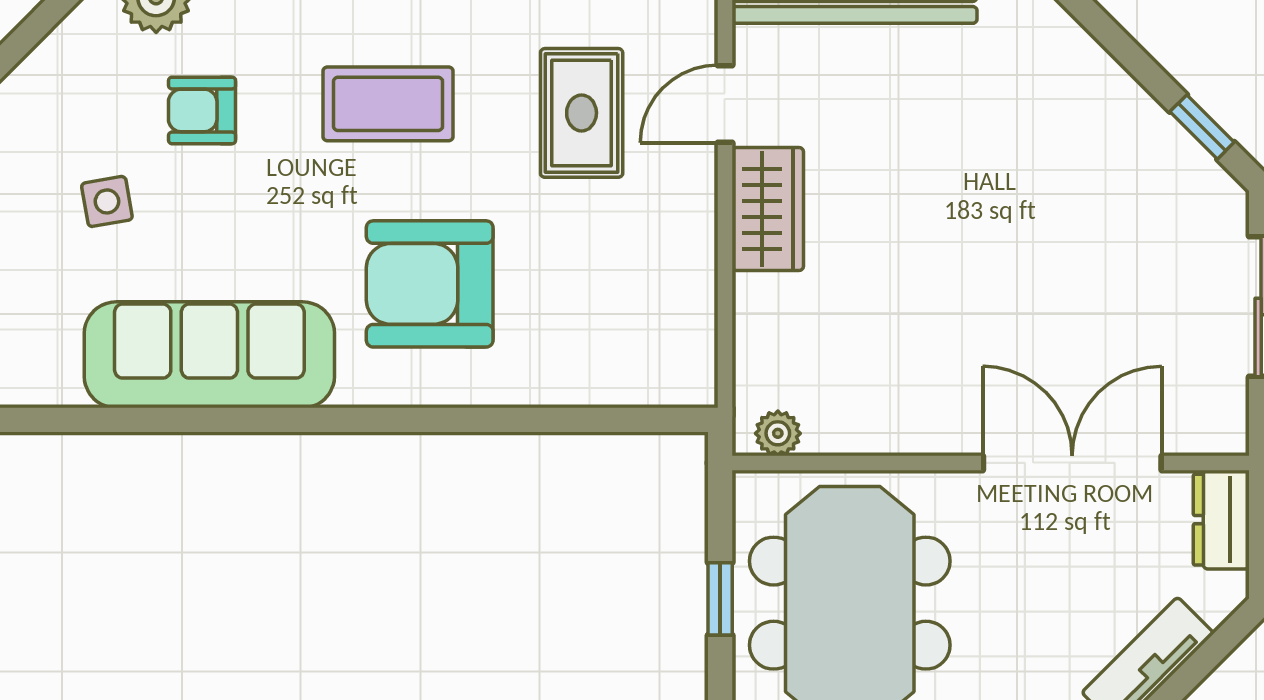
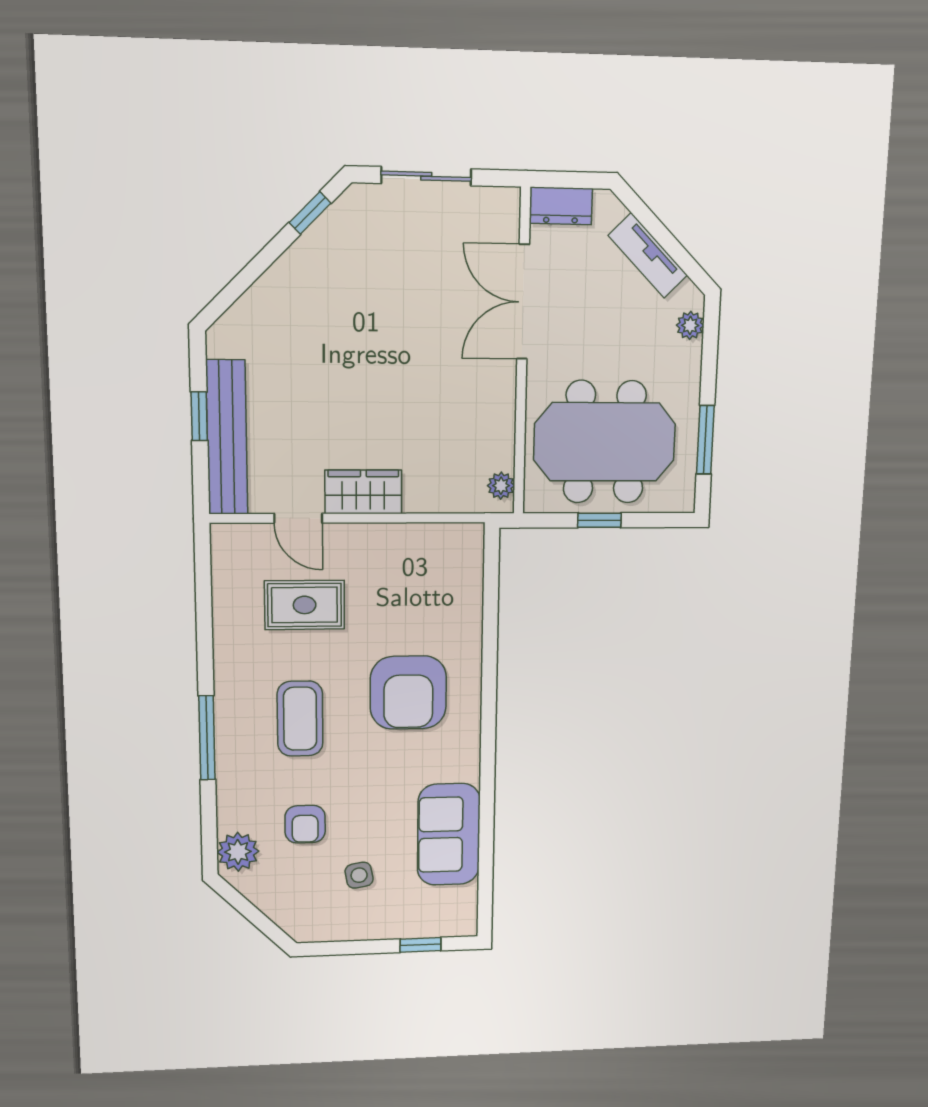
sofa: (209, 355) -> (449, 834), width x0.73

